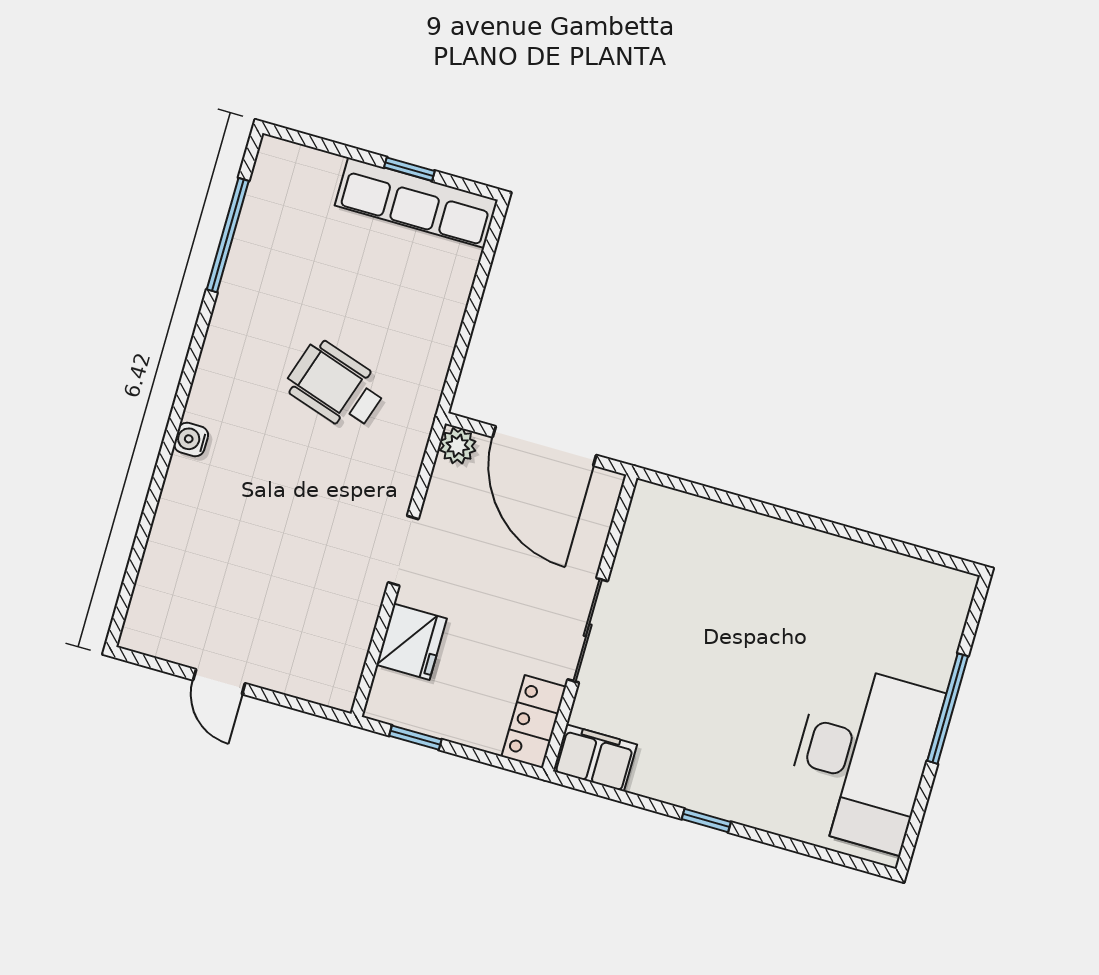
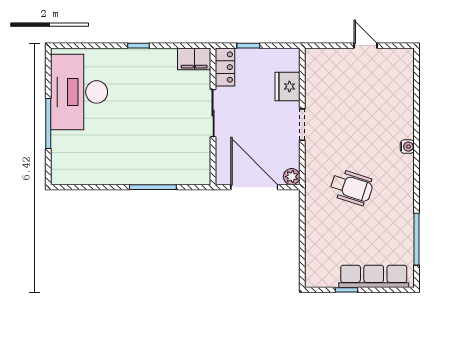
row of seats: (416, 203) -> (374, 276), moved
window: (762, 508) -> (153, 187), added
window: (415, 738) -> (248, 46), moved

